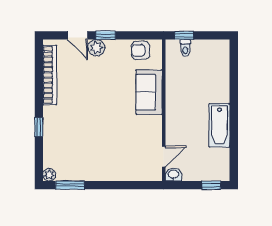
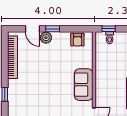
armchair: (140, 50) -> (77, 40), turned -87
sofa: (149, 92) -> (84, 85), moved

